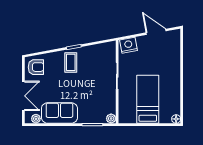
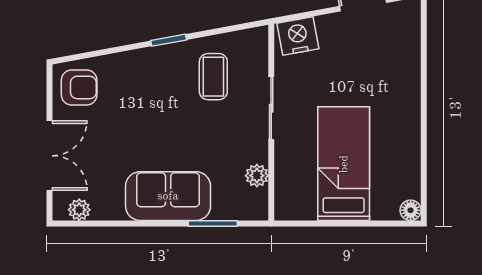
coffee table: (71, 62) -> (213, 77), moved
sofa: (59, 113) -> (168, 196), moved
plant: (111, 119) -> (257, 176), moved

